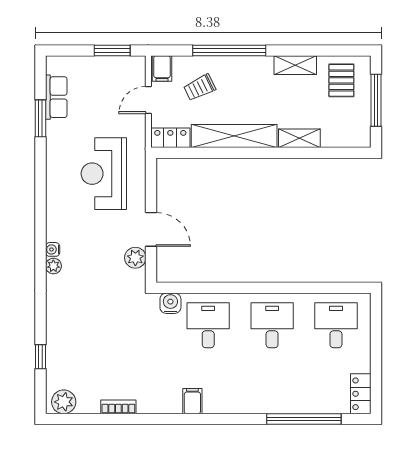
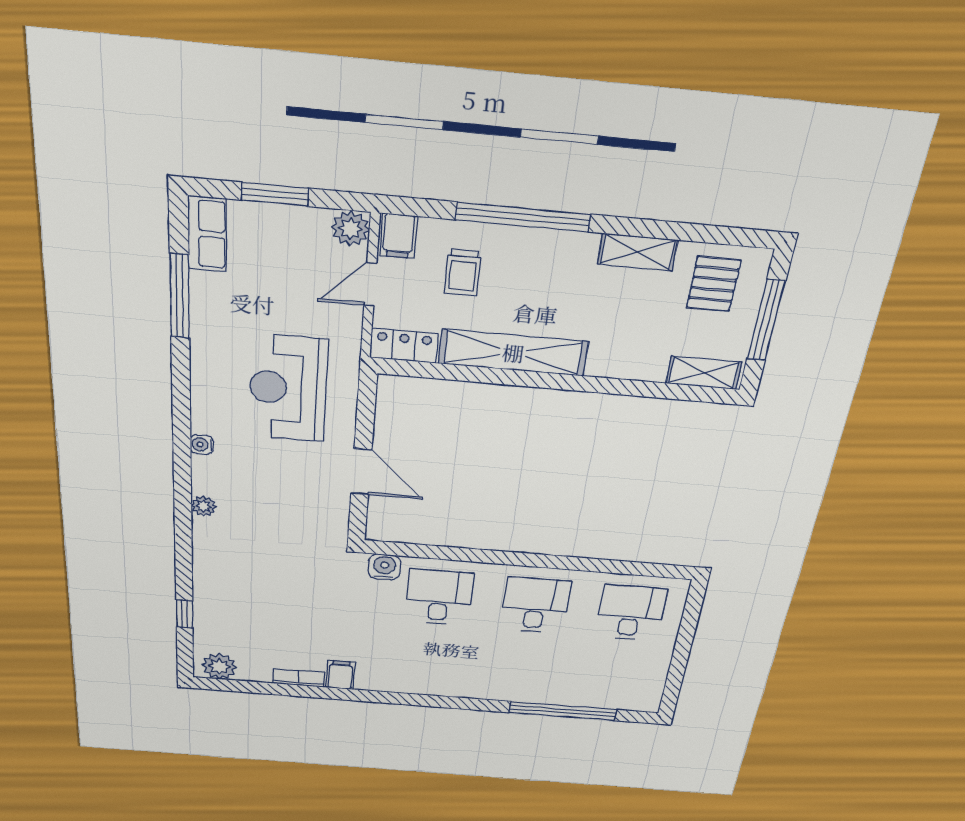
window: (112, 50) -> (275, 194), moved
trolley: (200, 87) -> (463, 273), turned -64
row of seats: (56, 97) -> (207, 234), moved
window: (40, 118) -> (180, 296), width x1.44
shelving: (299, 138) -> (704, 373), moved
water cooler: (53, 249) -> (202, 445), moved
plant: (135, 258) -> (351, 229), moved
locker: (361, 394) -> (649, 691), removed
filing cabinet: (192, 401) -> (341, 675), moved

